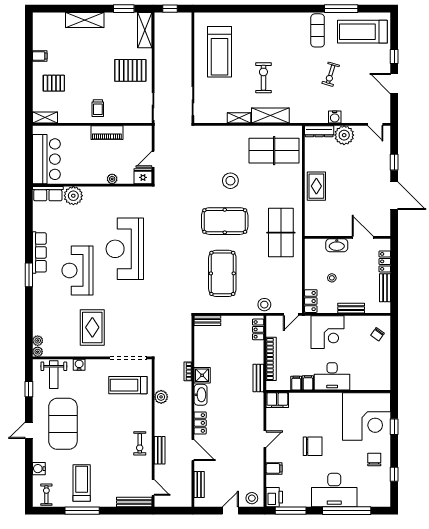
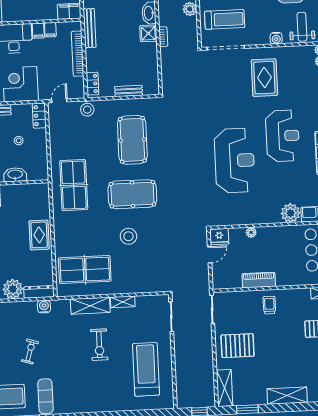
water cooler: (335, 117) -> (44, 307), moved
bench: (207, 321) -> (129, 91), moved
bench: (258, 378) -> (90, 28), width x1.36

